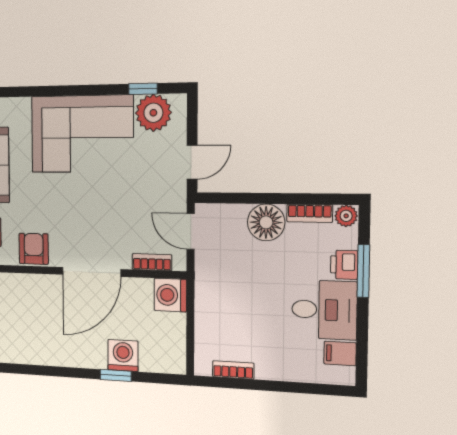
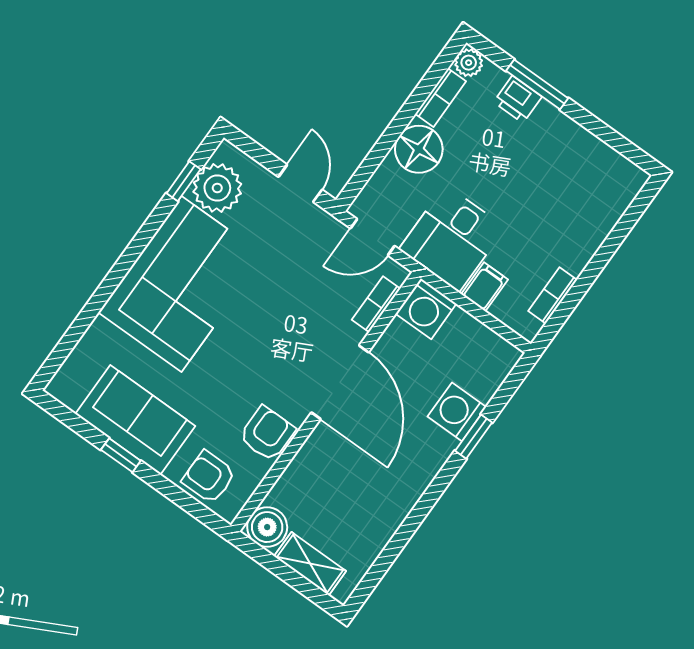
armchair: (34, 249) -> (267, 434), turned 90
desk: (324, 310) -> (452, 238), moved, turned 180
filing cabinet: (340, 353) -> (485, 287), moved, turned 180

